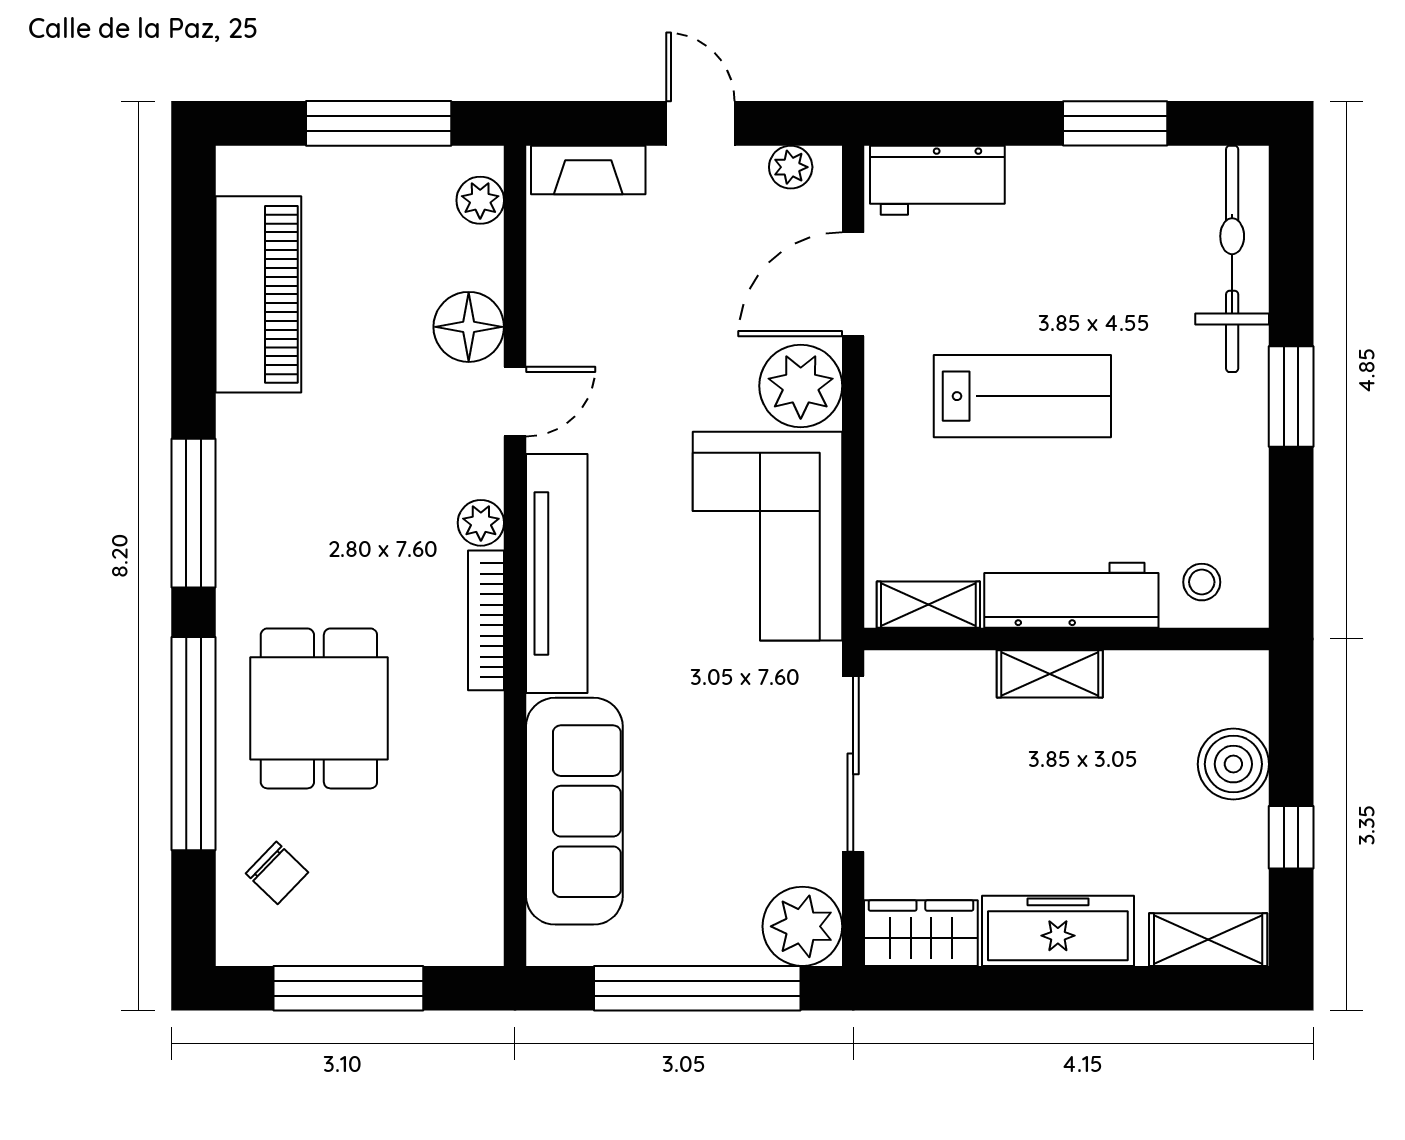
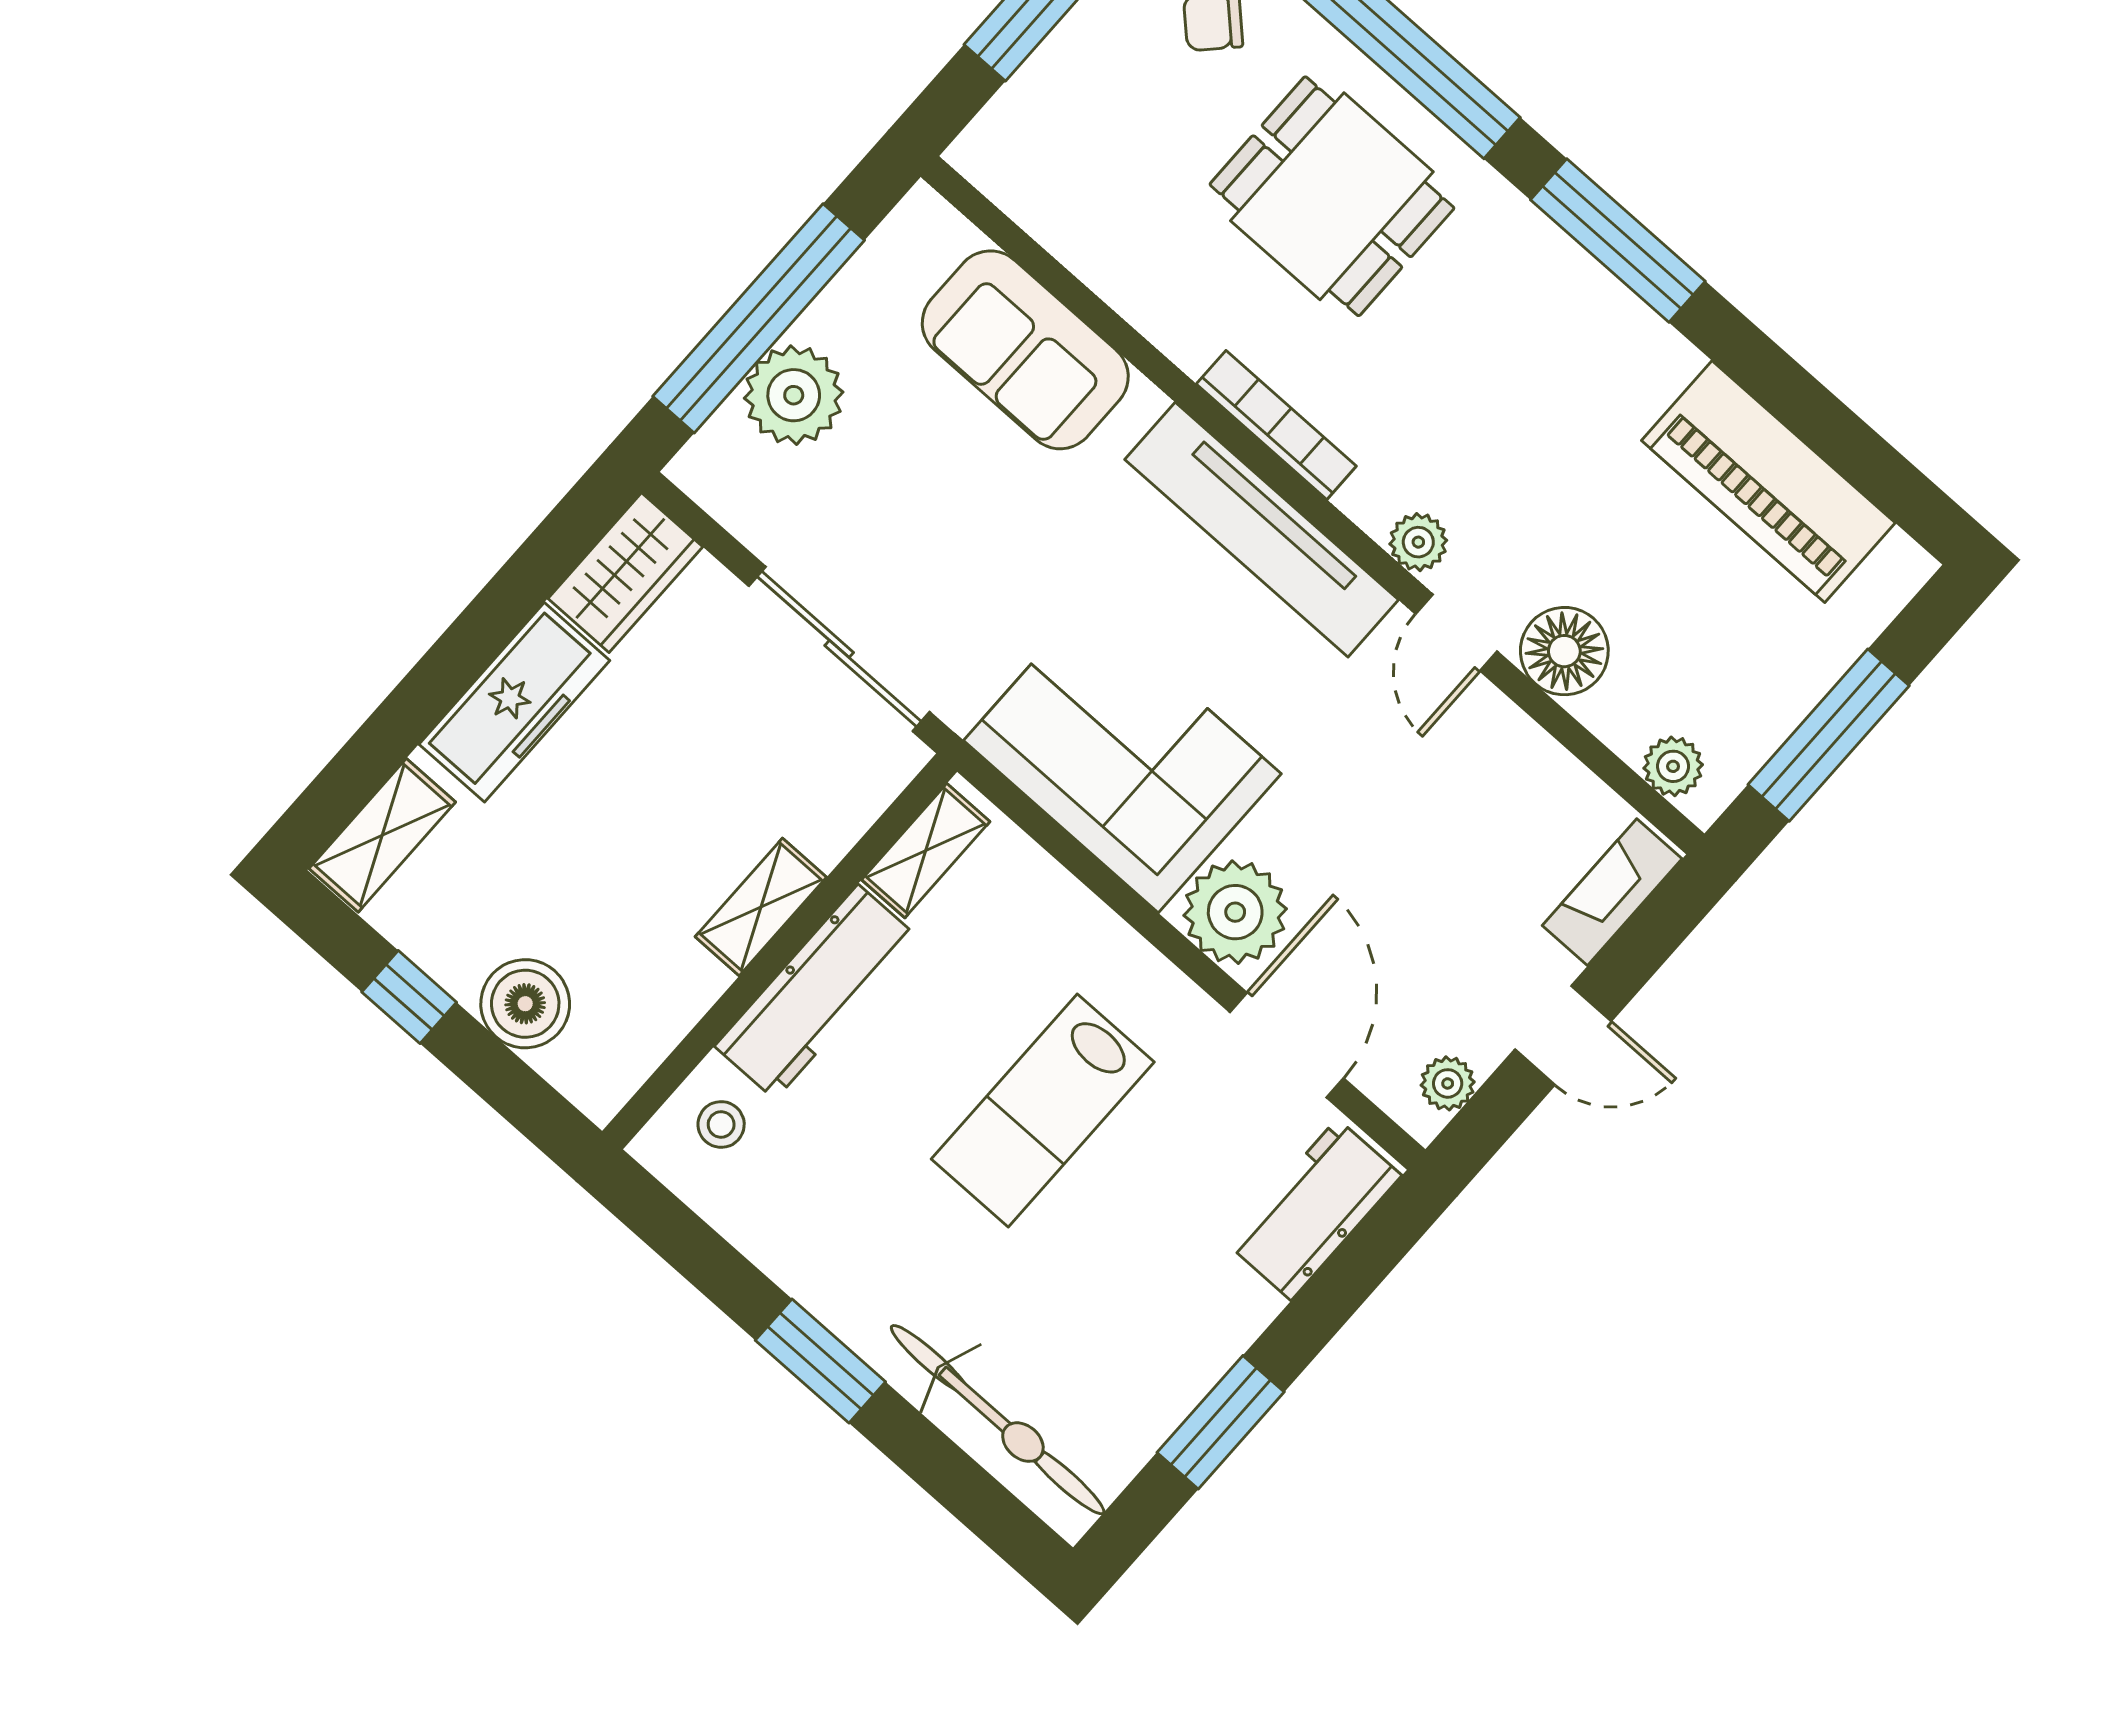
plant: (481, 523) -> (1418, 542), moved
sofa: (574, 811) -> (1025, 350), width x0.73
plant: (802, 926) -> (794, 395), moved

